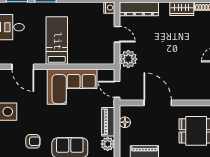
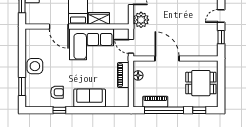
wardrobe: (80, 57) -> (99, 18), added
door: (23, 67) -> (59, 27), moved
plant: (108, 144) -> (123, 95), removed

